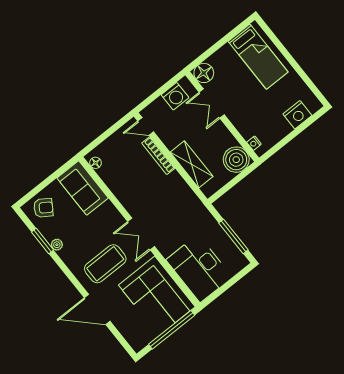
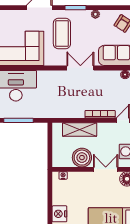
boiler: (236, 160) -> (82, 158), moved
double door: (141, 234) -> (80, 68), moved
window: (43, 241) -> (76, 8), moved

